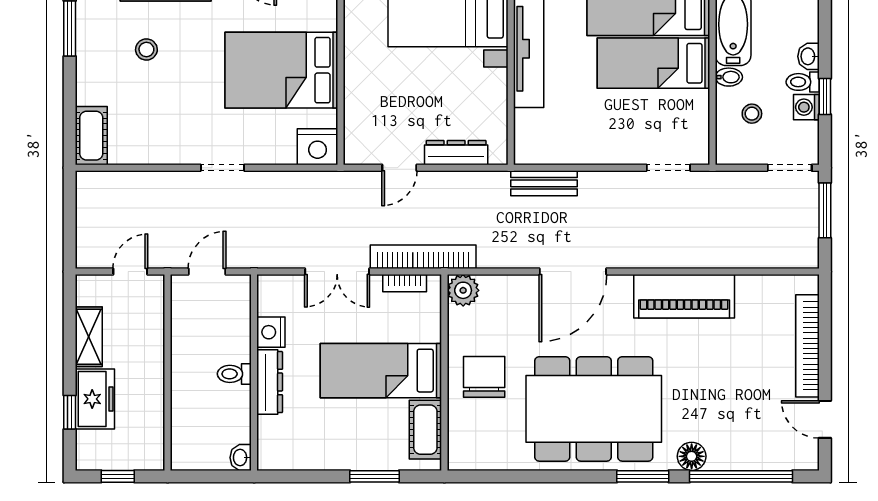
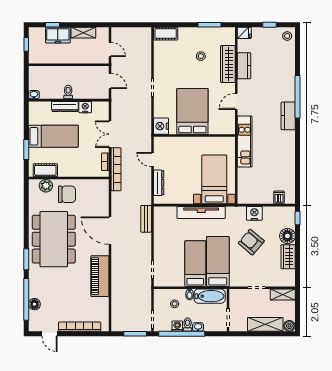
window: (825, 96) -> (182, 334), width x3.17
plant: (463, 290) -> (46, 186), moved
bed: (381, 371) -> (53, 136), moved, turned 90
door: (825, 419) -> (50, 334), swing flipped
floor lamp: (692, 456) -> (34, 304), moved

